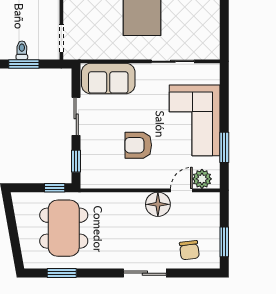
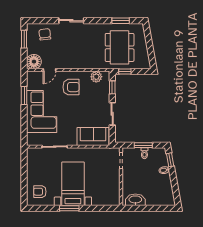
armchair: (138, 145) -> (71, 87), moved
plant: (202, 179) -> (96, 77), moved
floor lamp: (158, 204) -> (34, 62), moved

